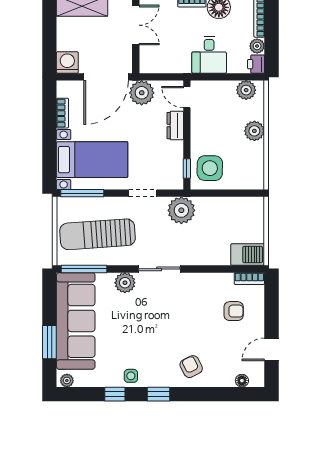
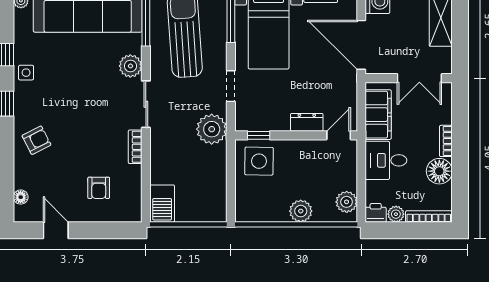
filing cabinet: (168, 62) -> (378, 115), added
plant: (142, 93) -> (343, 85), removed
bookcase: (249, 279) -> (135, 147), moved

